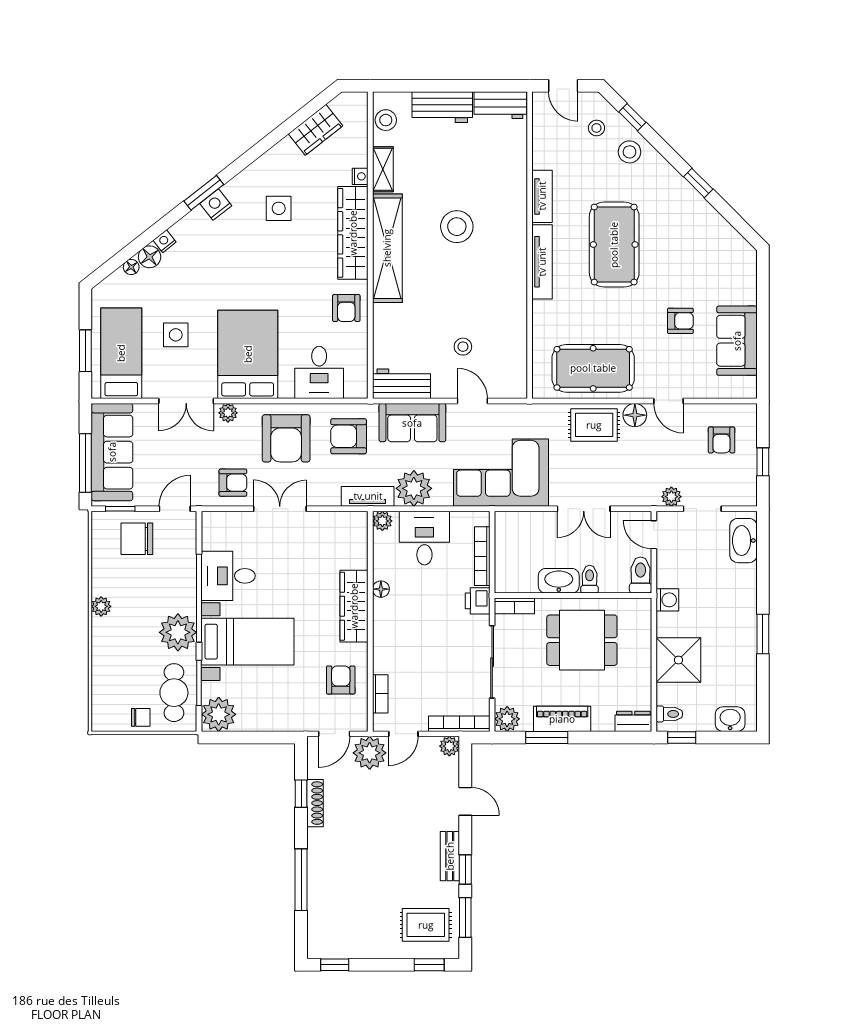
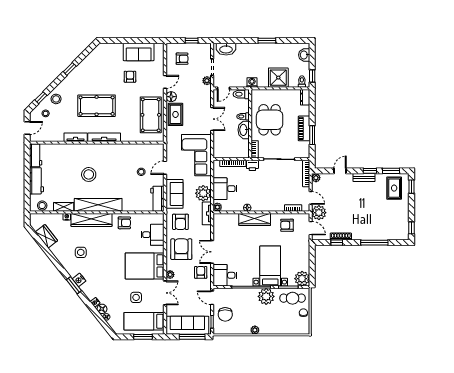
armchair: (286, 438) -> (181, 249), turned -90
desk: (228, 576) -> (225, 275), moved, turned 90
plant: (507, 719) -> (304, 153), removed

